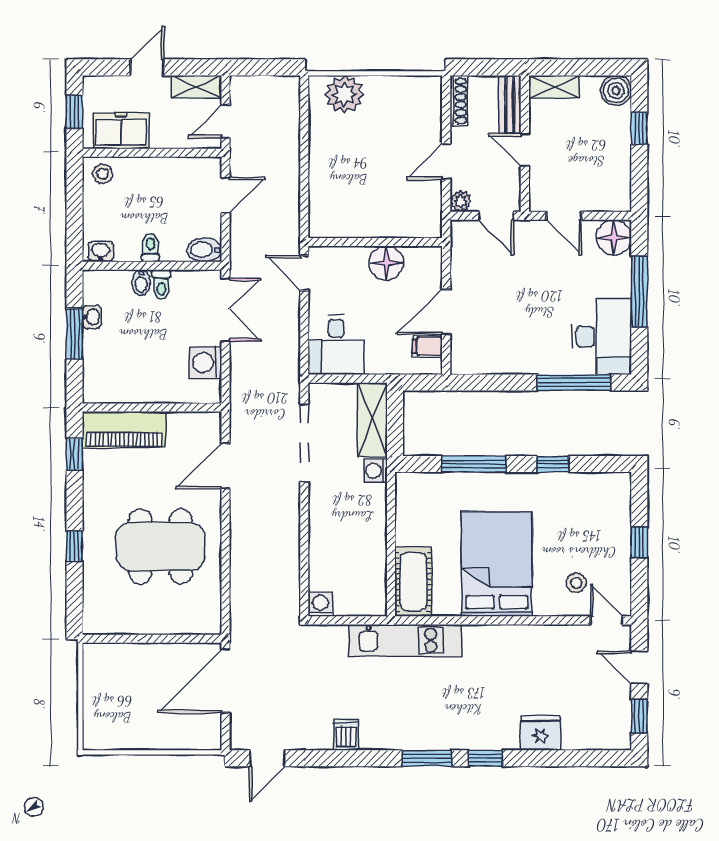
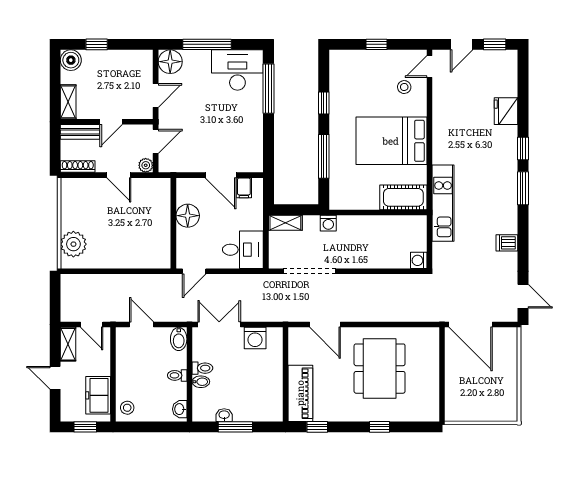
shelving: (372, 420) -> (285, 223), width x0.67, depth x0.75

